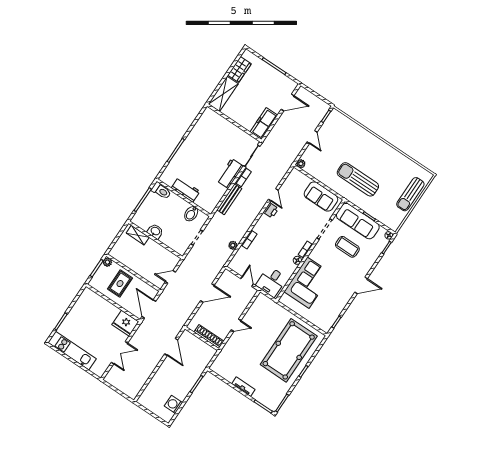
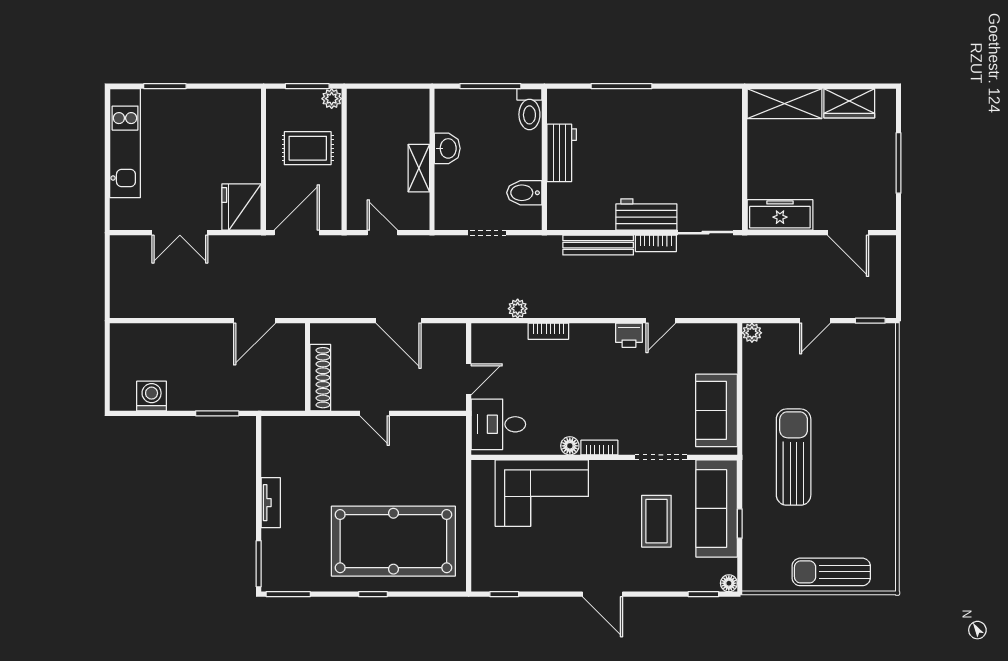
shelving: (138, 235) -> (419, 168), moved

